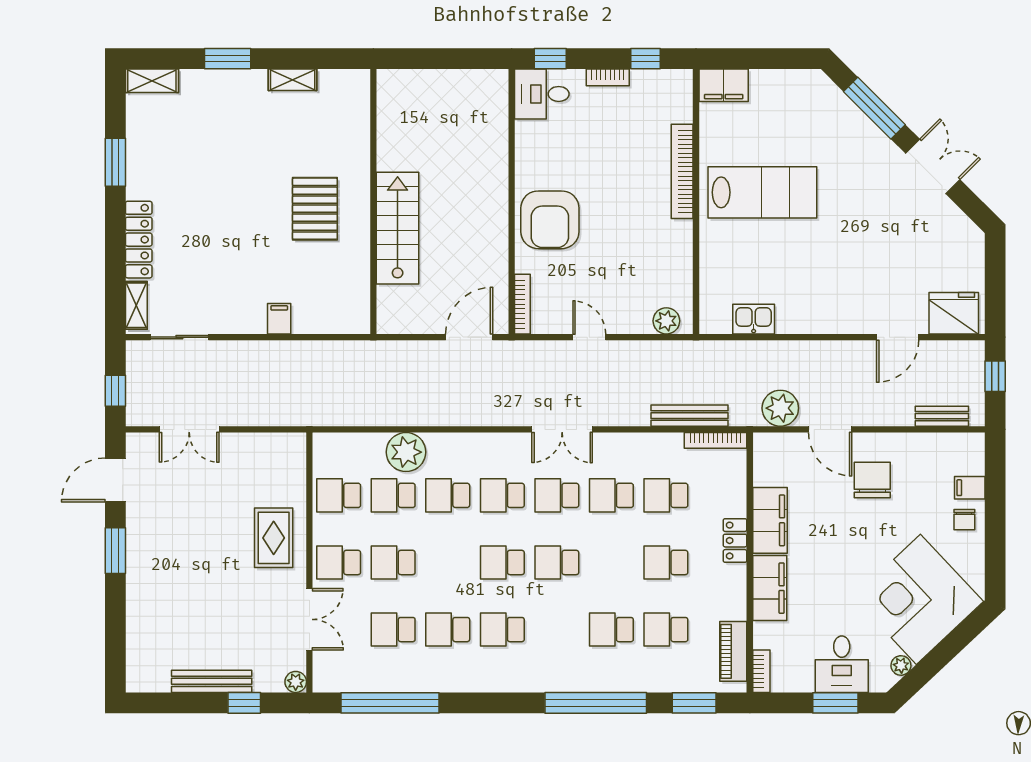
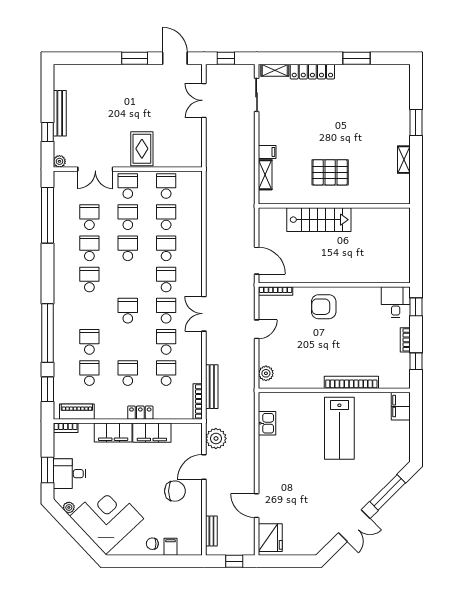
shelving: (152, 81) -> (265, 175), moved
armchair: (550, 220) -> (324, 307), width x0.73, depth x0.73
plant: (406, 452) -> (191, 224), removed
rug: (274, 538) -> (142, 149), turned 90
school desk: (502, 562) -> (128, 248), moved

